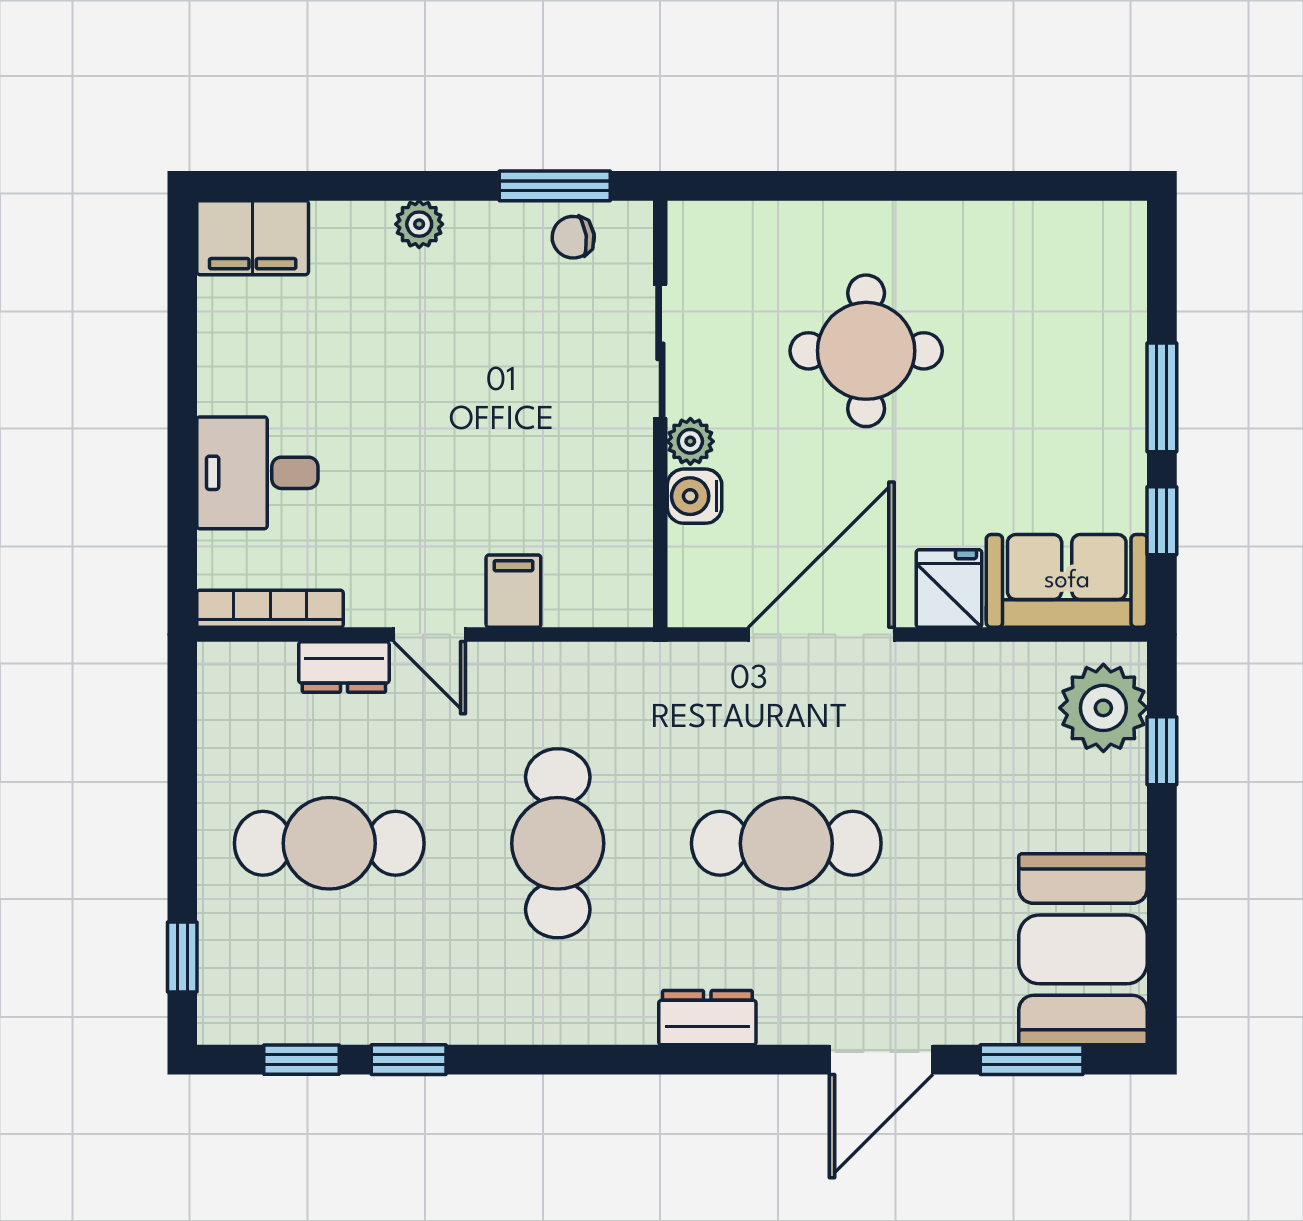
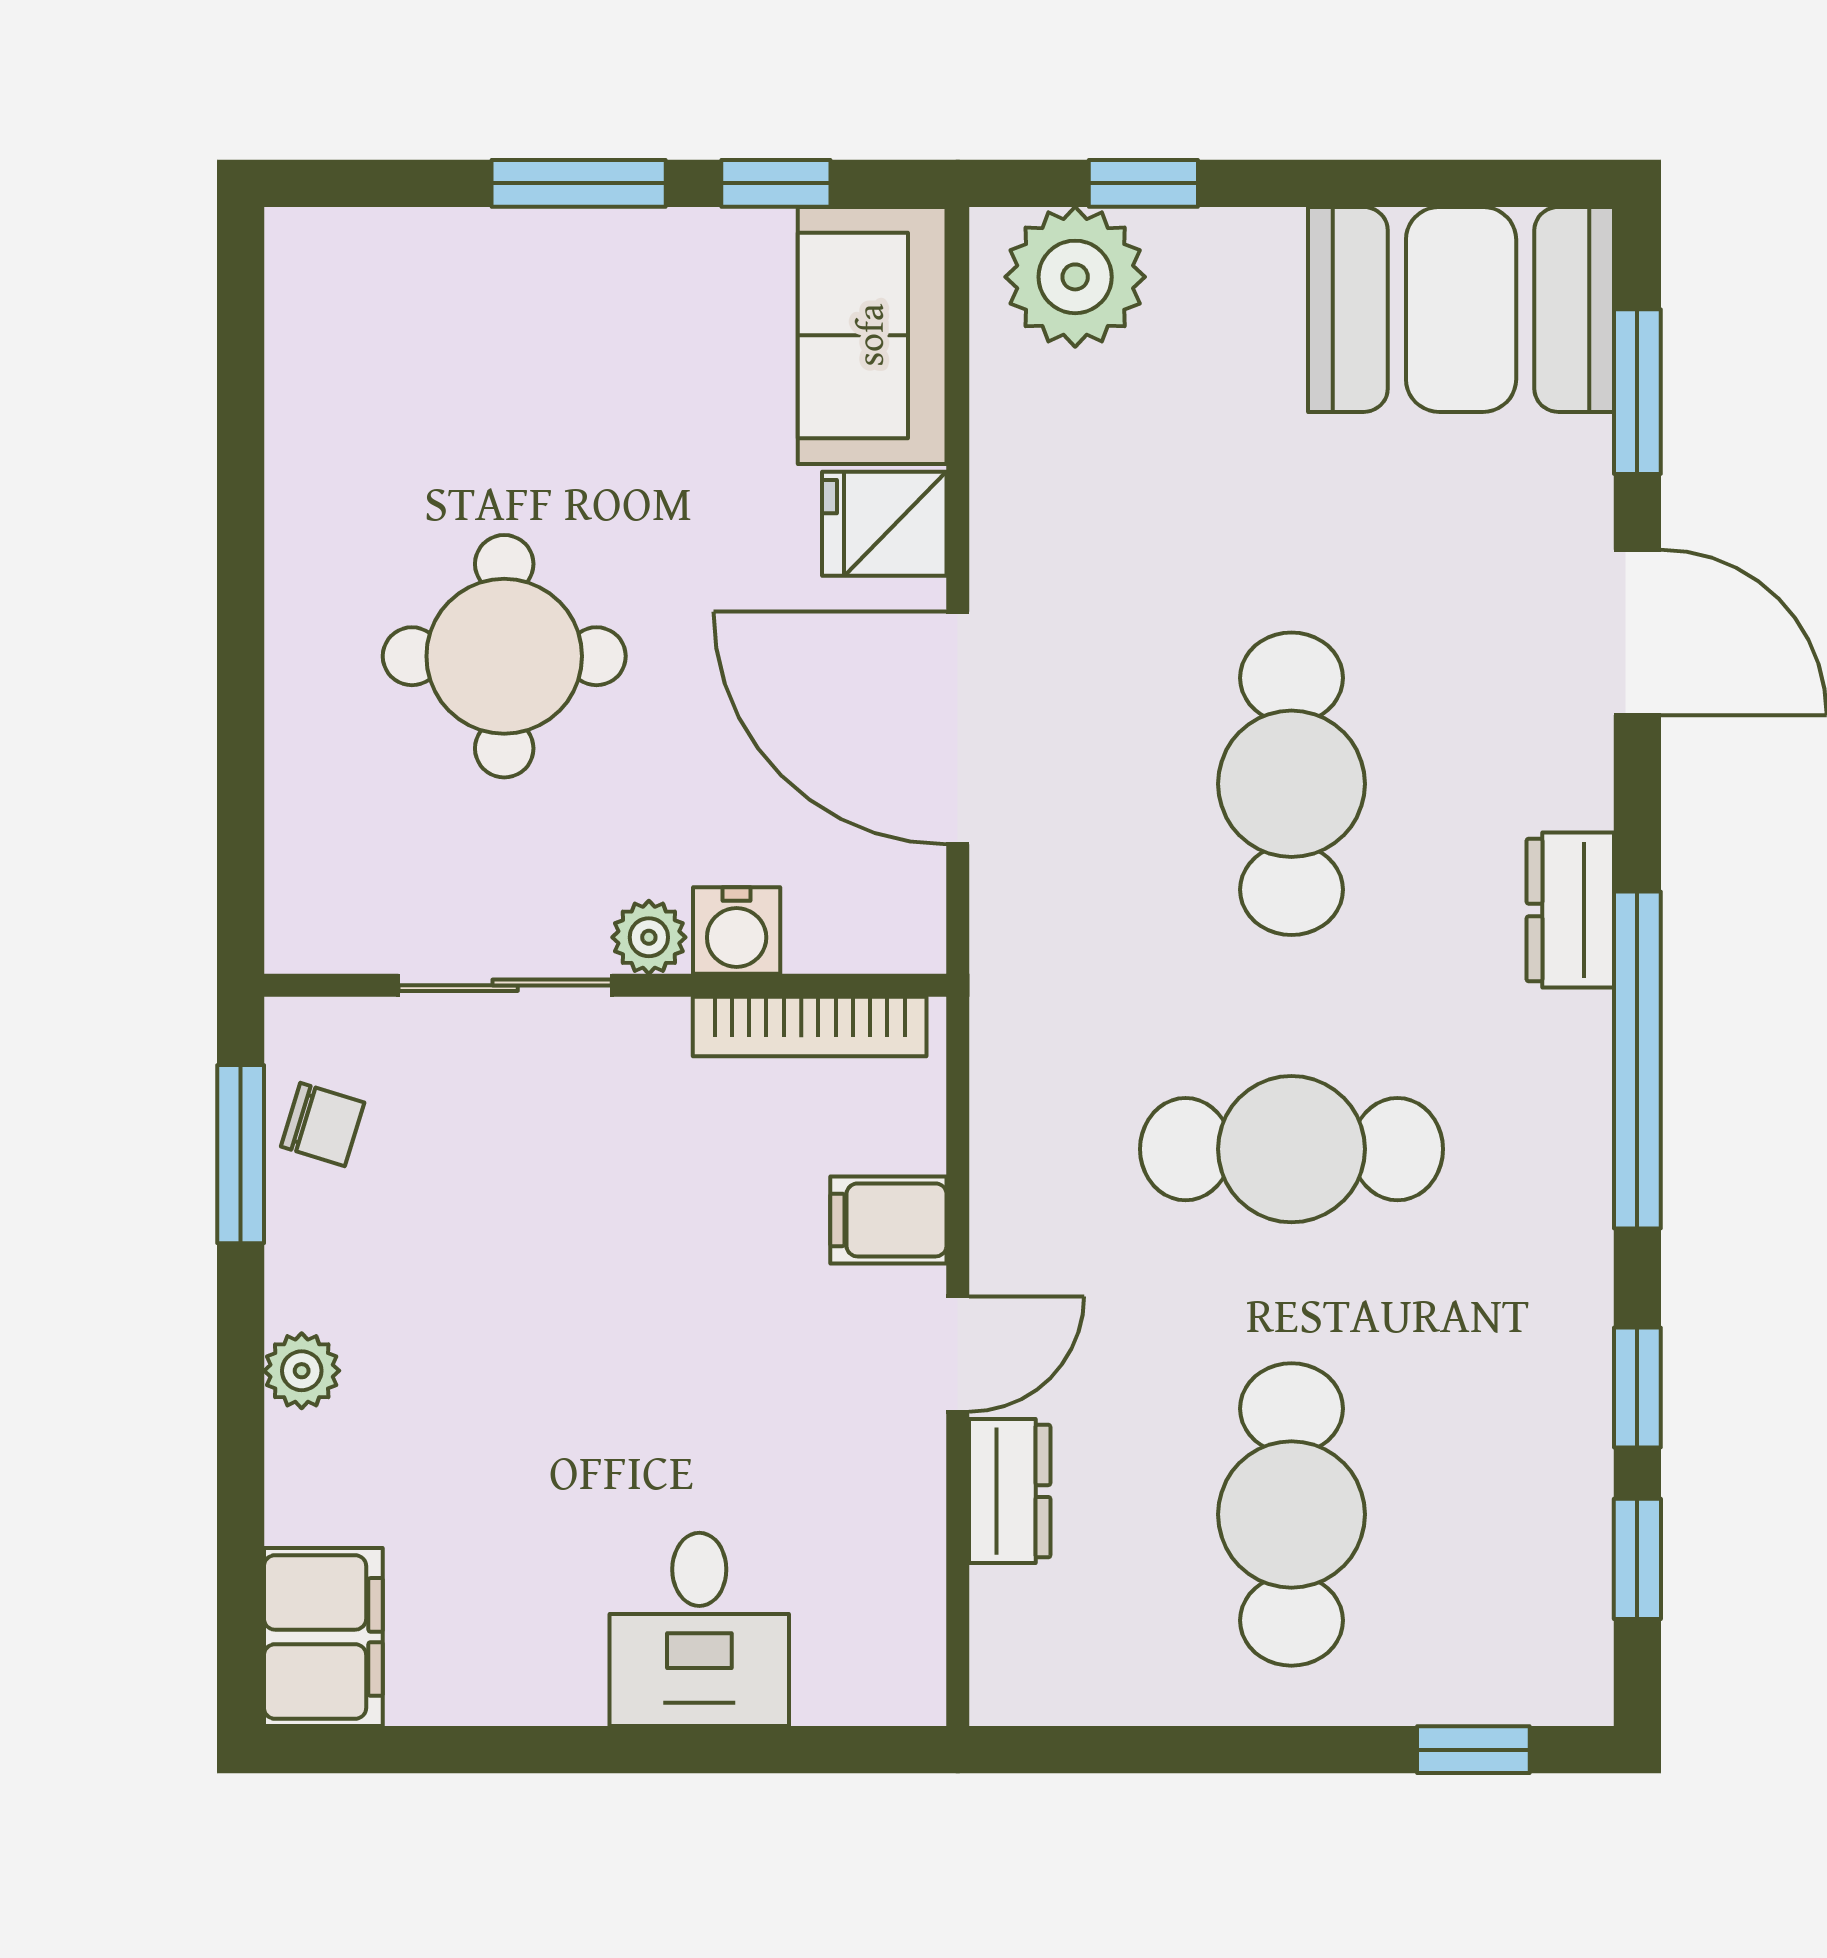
chair: (573, 237) -> (323, 1125), turned -65
bookcase: (270, 609) -> (810, 1026), moved, turned -90
window: (613, 1060) -> (1637, 1060), added

